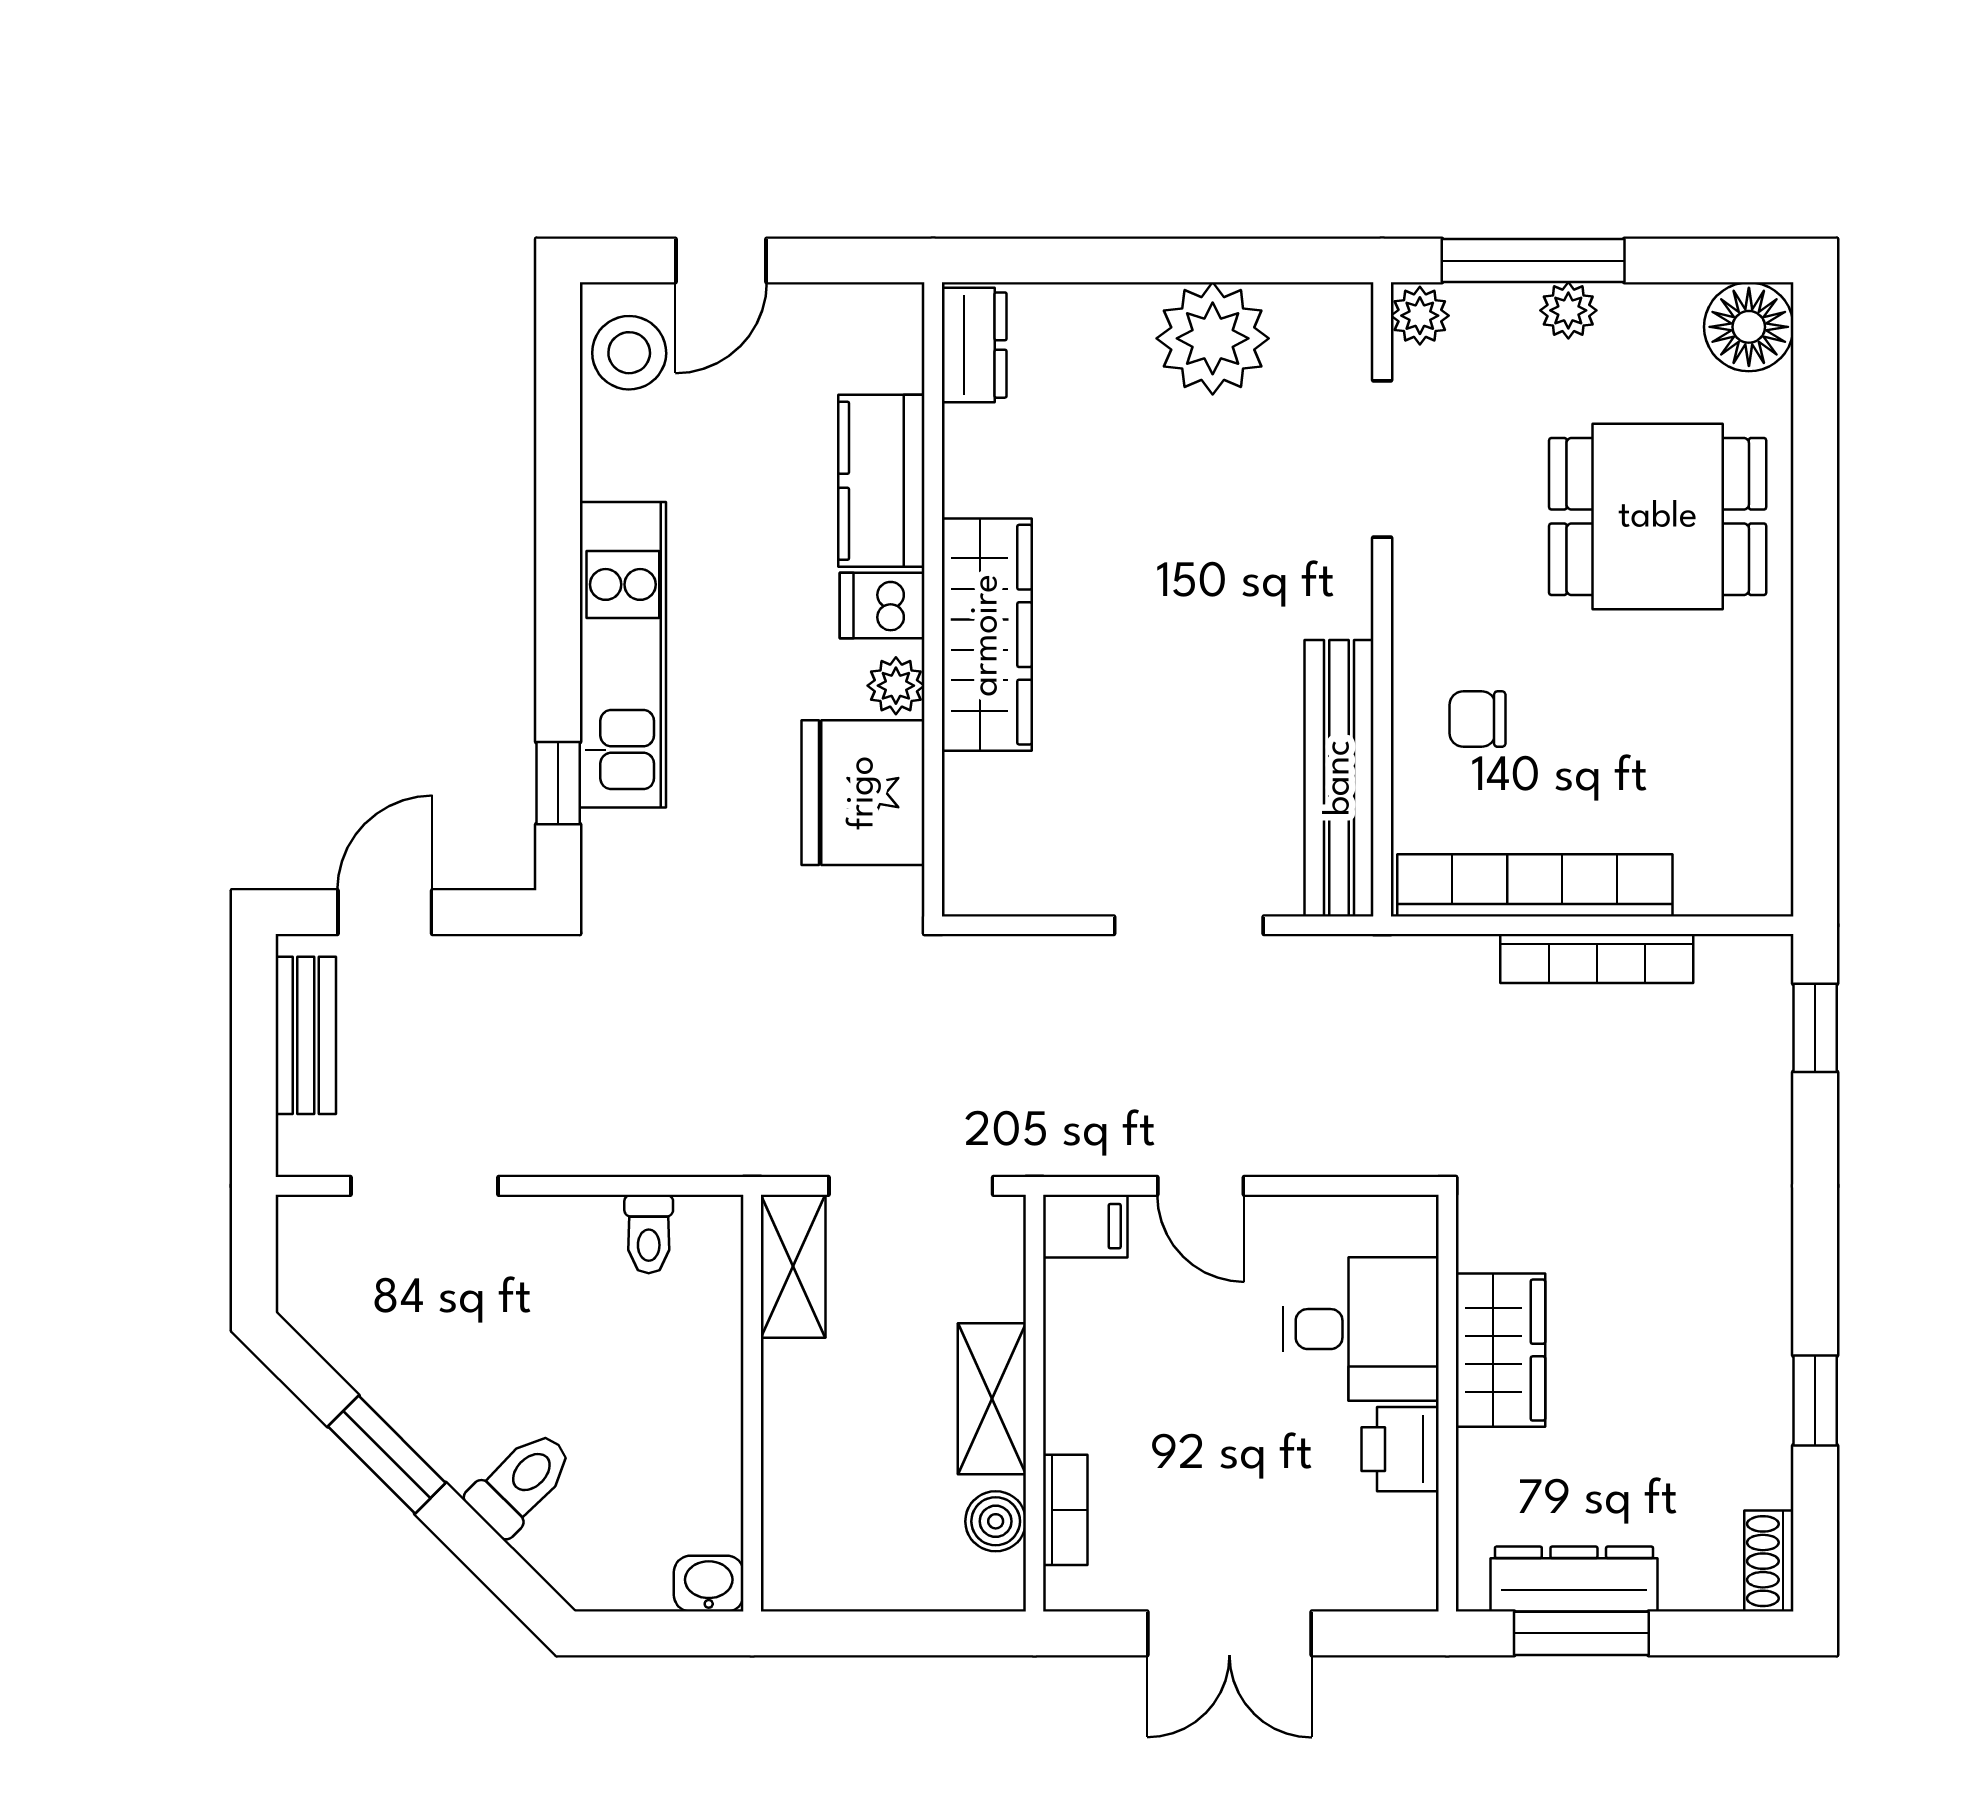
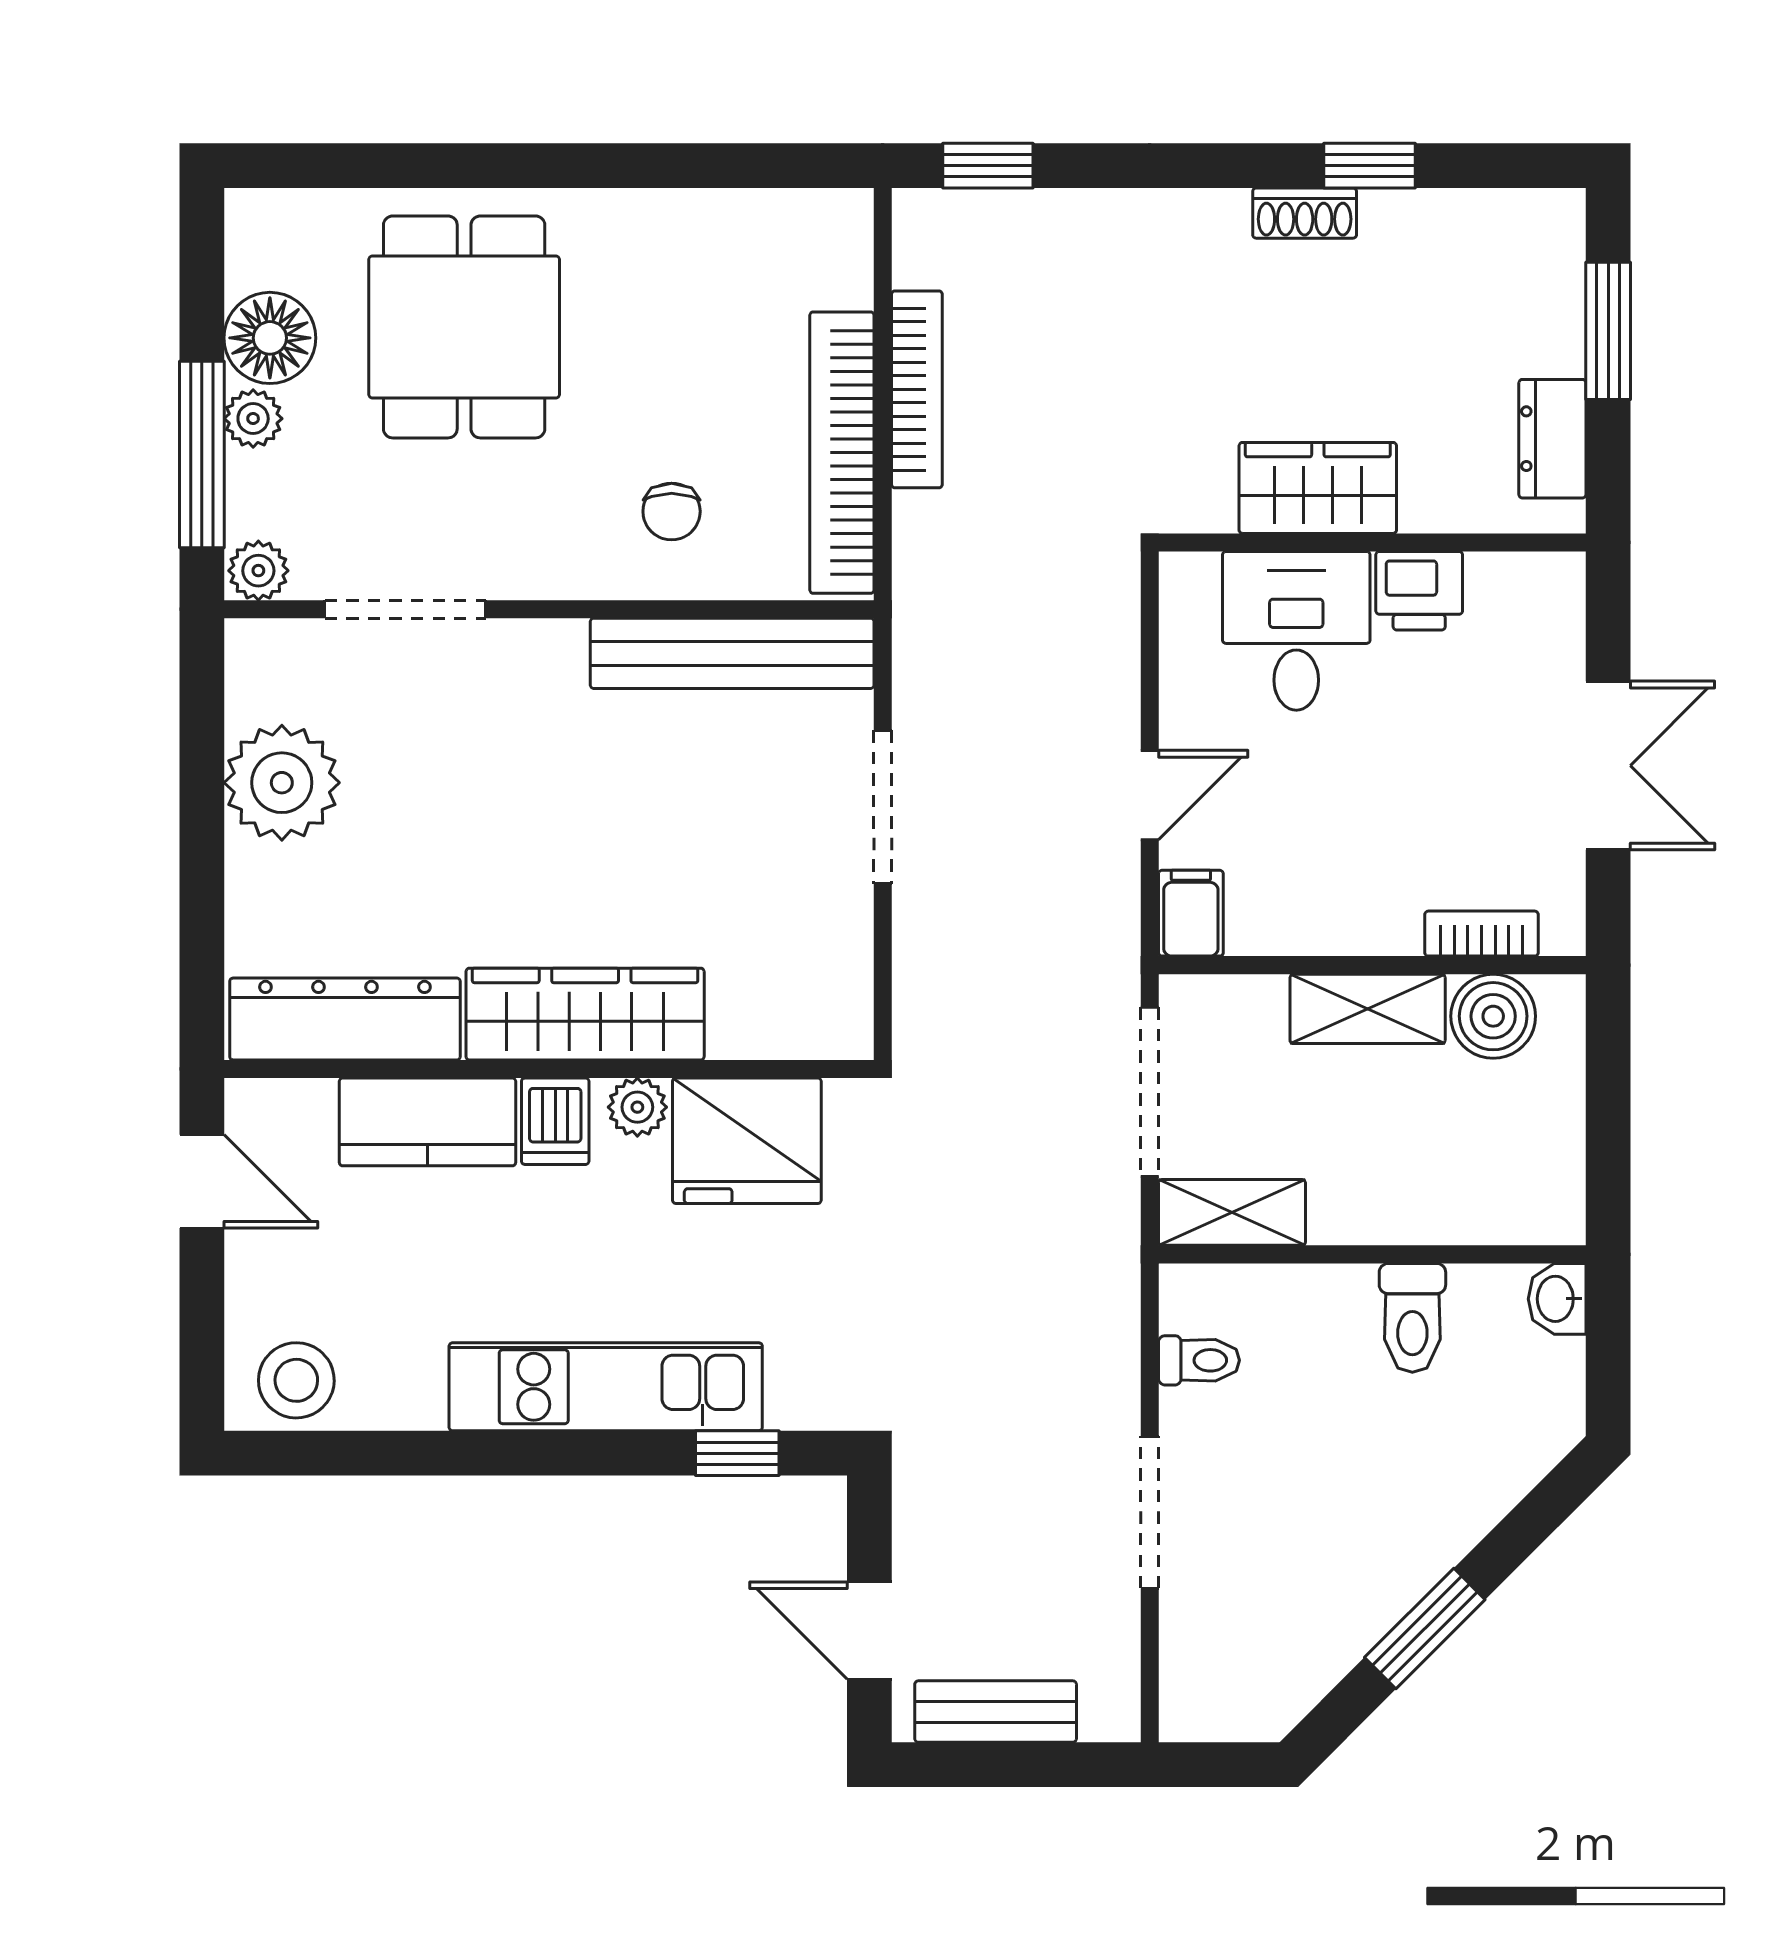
door: (721, 261) -> (202, 1181), moved
floor lamp: (1749, 327) -> (270, 338), moved
dresser: (974, 345) -> (345, 1019), width x1.96, depth x1.24
doorway: (425, 1186) -> (1150, 1512), moved
toilet: (521, 1483) -> (1412, 1318), moved, turned -135
boiler: (996, 1521) -> (1493, 1016), width x1.36, depth x1.36
shoe rack: (1769, 1561) -> (1305, 213), moved
dresser: (1574, 1579) -> (1552, 439), width x0.70
window: (1581, 1633) -> (1608, 331), moved

